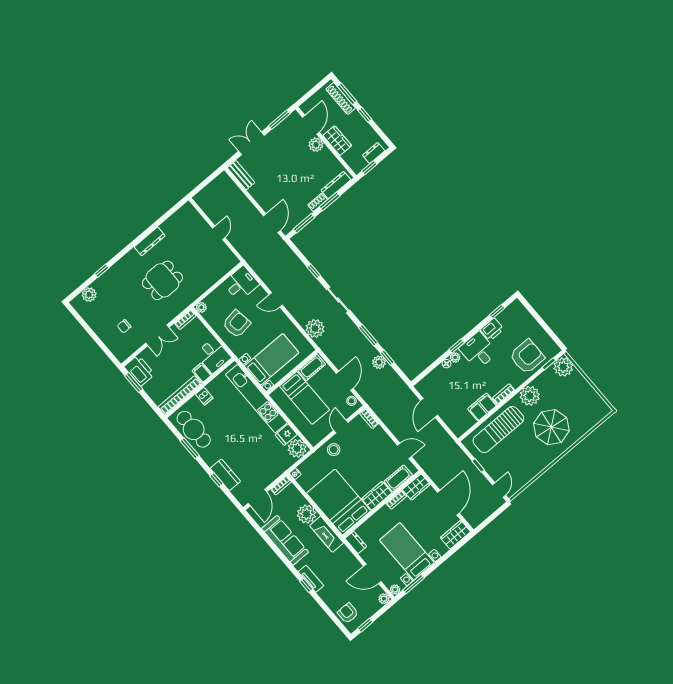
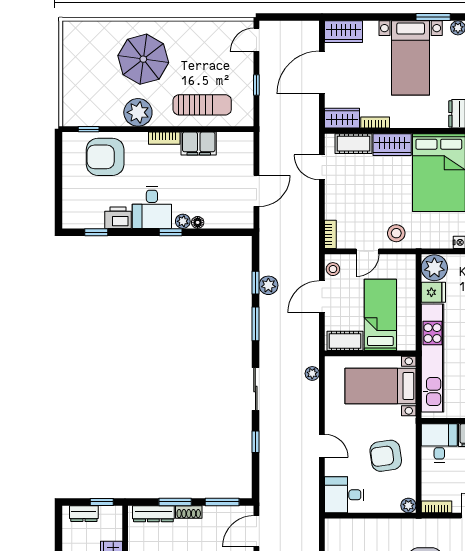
plant: (315, 328) -> (312, 373), width x0.53, depth x0.53
plant: (563, 367) -> (76, 113), removed
sun lounger: (498, 430) -> (202, 105), width x0.73, depth x0.75

